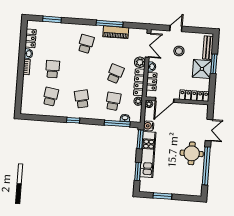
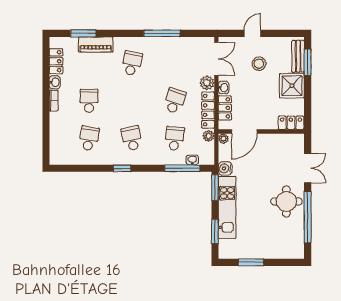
piano: (116, 32) -> (96, 44), moved
window: (214, 64) -> (308, 62), moved
locker: (194, 96) -> (291, 123), width x0.66

